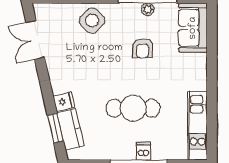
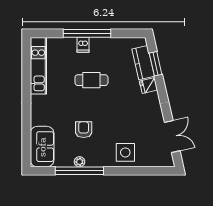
side table: (92, 21) -> (125, 152), turned 45
cafe table: (133, 108) -> (91, 80), width x0.73, depth x0.74

